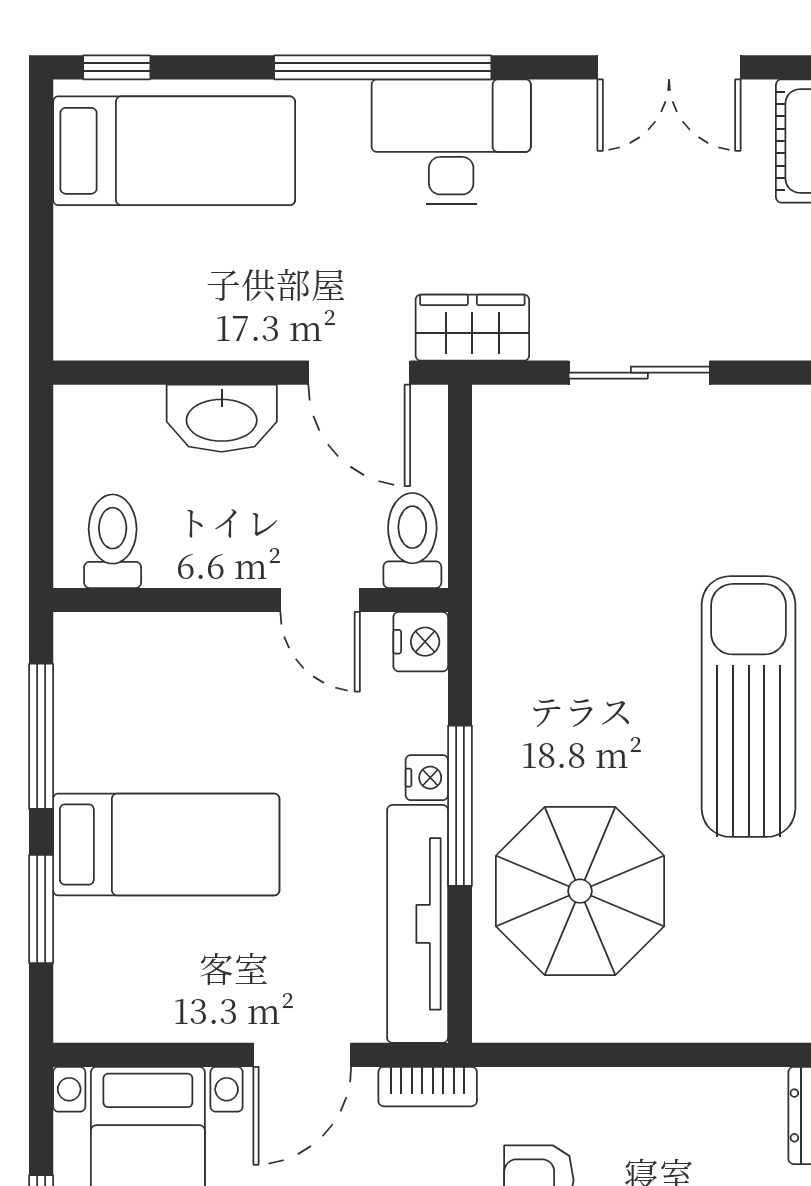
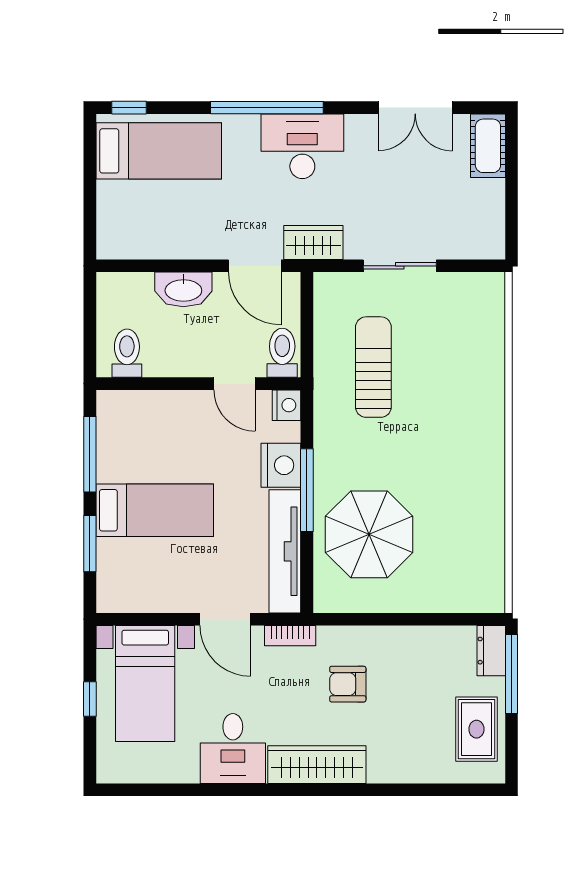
sun lounger: (749, 707) -> (373, 367), moved, width x0.73, depth x0.75
nightstand: (427, 778) -> (281, 465), width x1.89, depth x1.79
door: (302, 1055) -> (225, 619), hinge flipped

